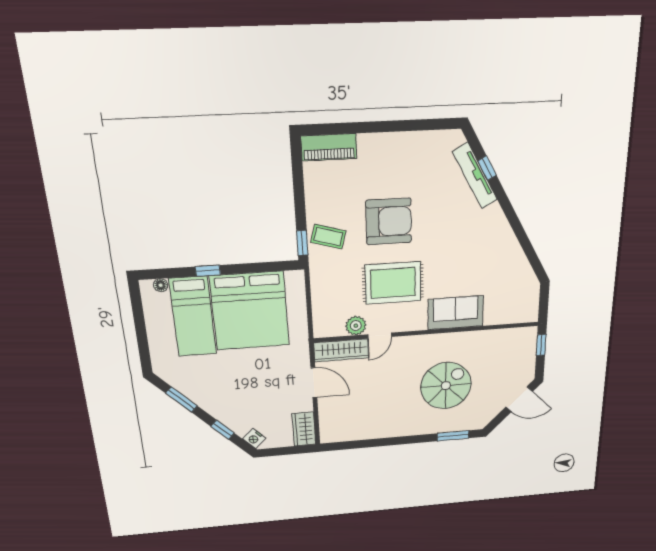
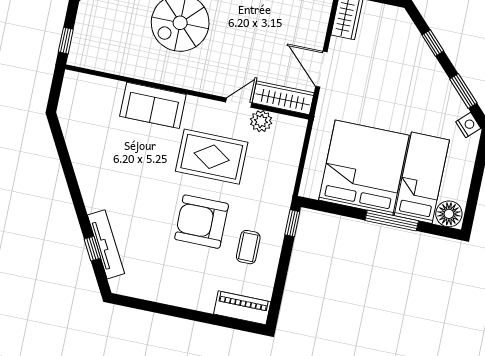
coffee table: (328, 237) -> (248, 247), moved, turned 74
window: (208, 271) -> (392, 221), width x2.17
floor lamp: (161, 285) -> (449, 214), width x1.89, depth x1.89
nightstand: (254, 438) -> (468, 125), moved

